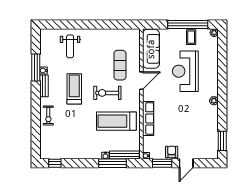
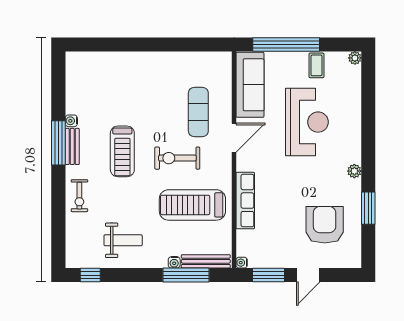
window: (188, 25) -> (286, 45), moved
weight bench: (70, 46) -> (123, 240), moved, turned -90
window: (36, 67) -> (58, 143), moved
reception desk: (185, 71) -> (307, 122), turned 180
treadmill: (74, 89) -> (122, 151), turned 180
window: (222, 141) -> (368, 208), moved
armchair: (172, 152) -> (325, 225), moved, width x1.88, depth x1.88

